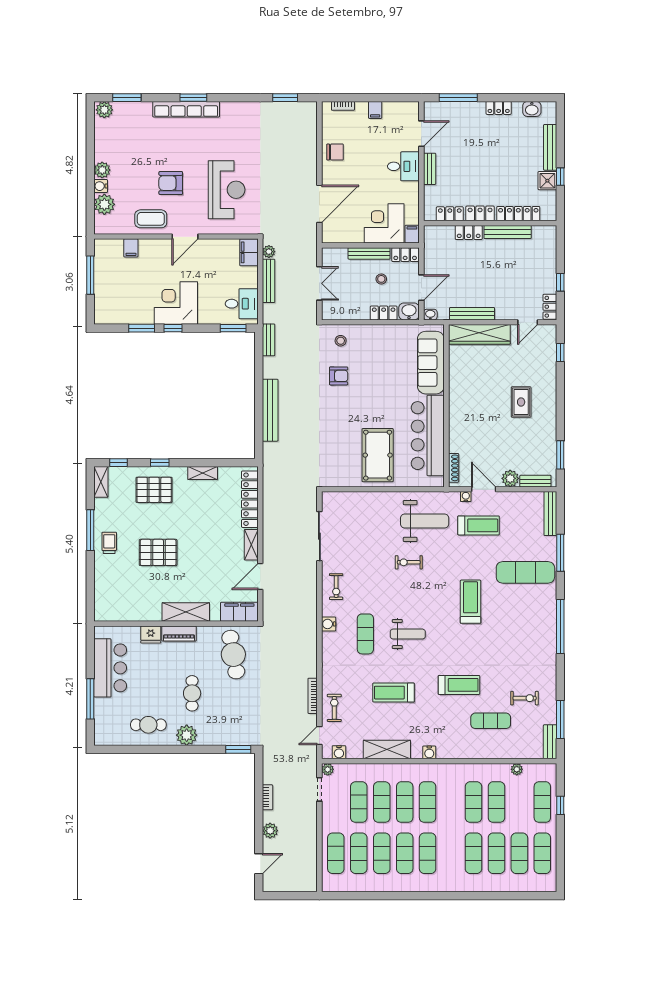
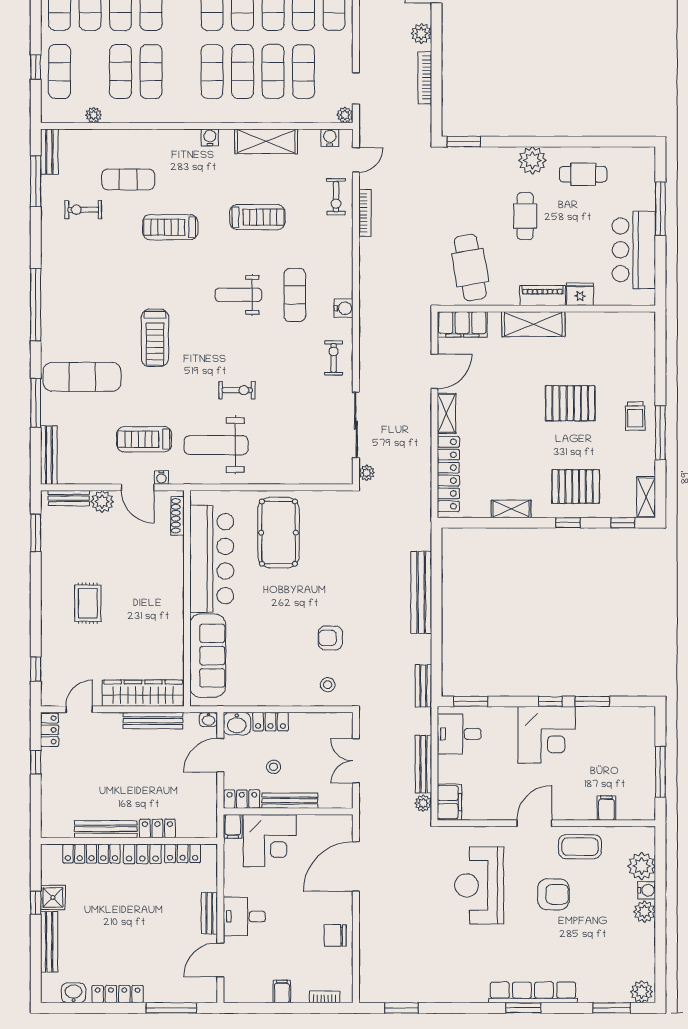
locker: (499, 108) -> (118, 994), width x1.53
plant: (311, 500) -> (367, 473), added
bookcase: (268, 797) -> (425, 78), width x1.56

